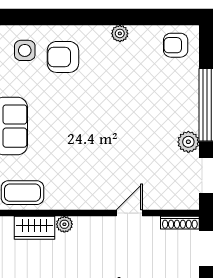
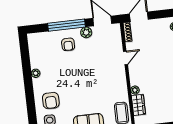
armchair: (176, 45) -> (68, 44), moved
door: (129, 213) -> (126, 58), swing flipped

